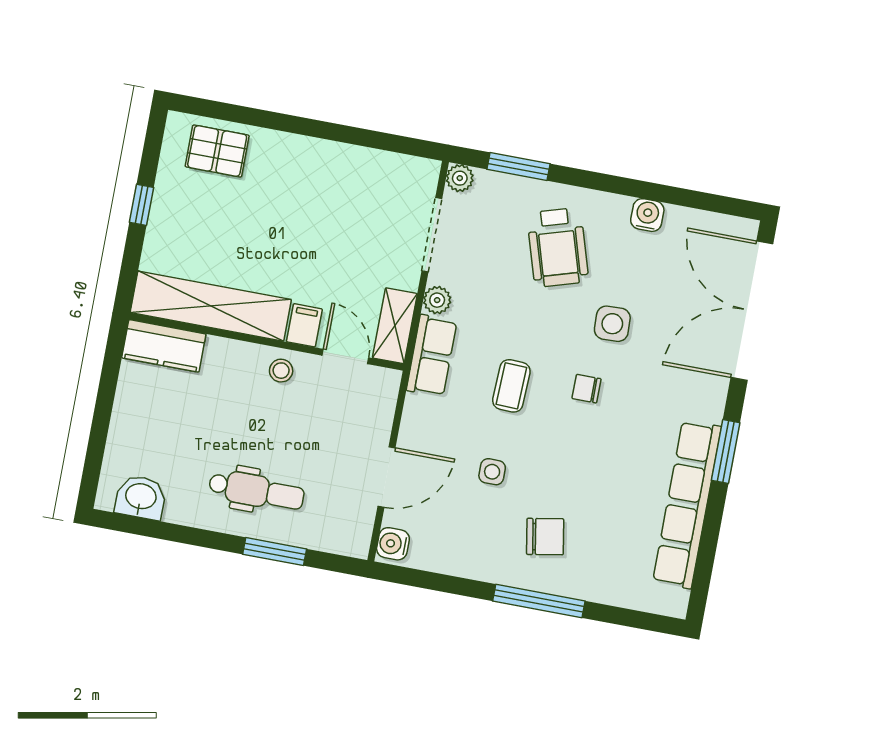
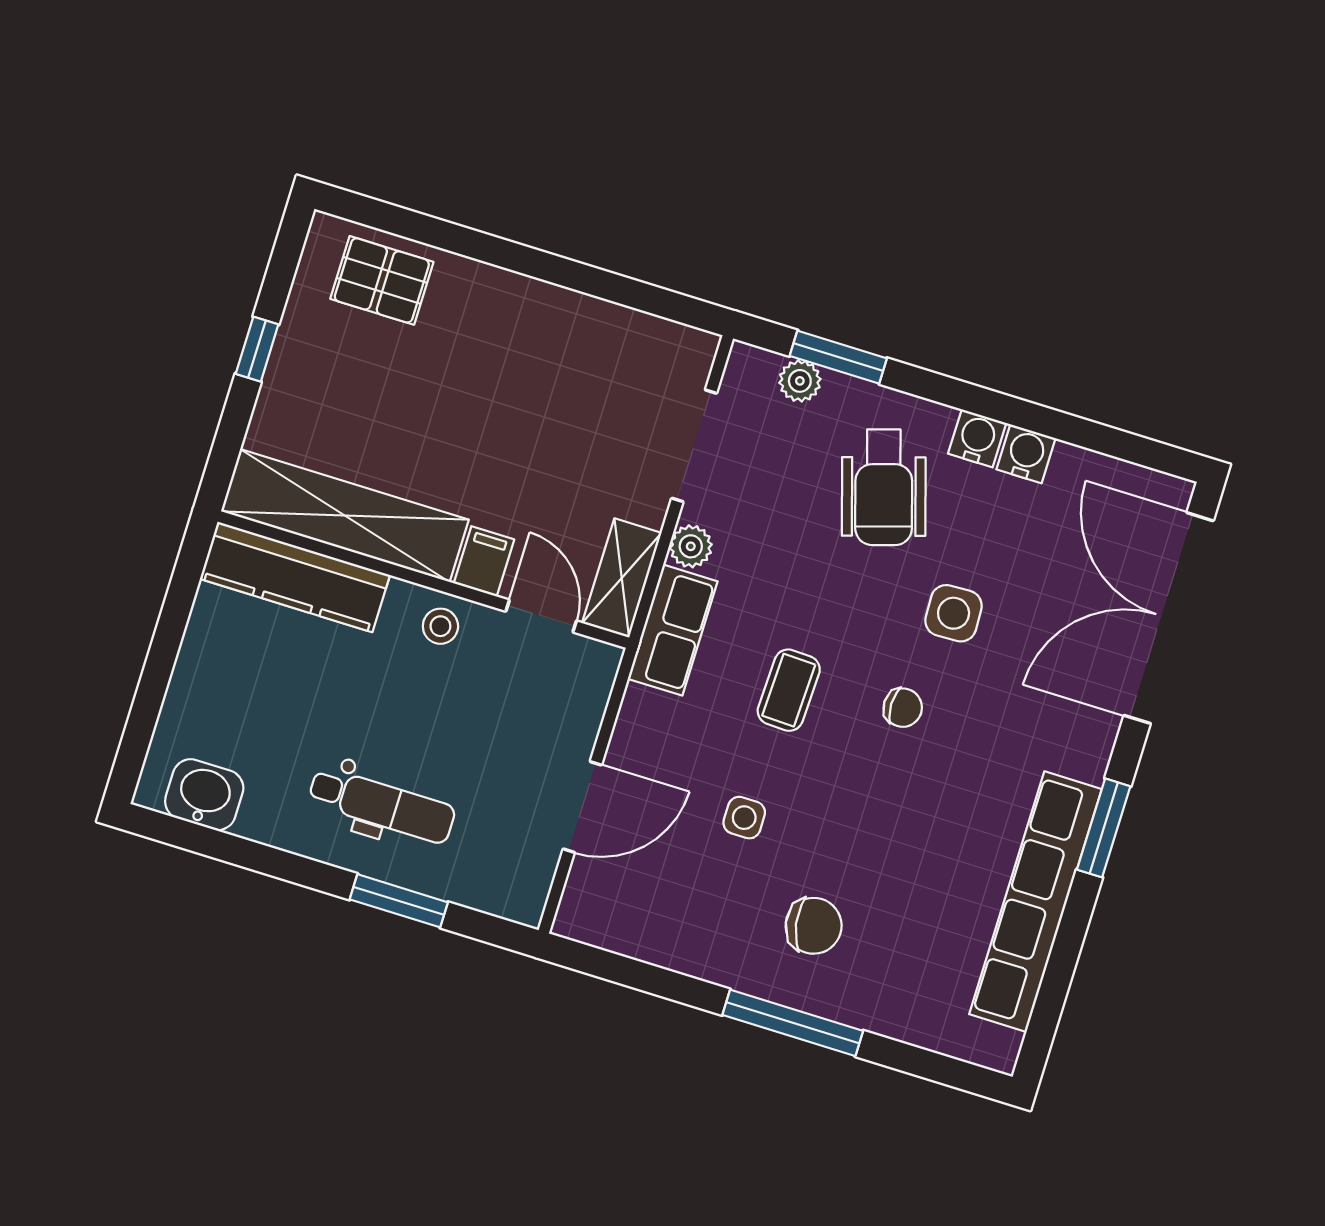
plant: (460, 178) -> (800, 381), moved
kitchen counter: (164, 346) -> (295, 577), width x1.50
chair: (587, 389) -> (903, 708), turned 180
water cooler: (393, 544) -> (977, 438), moved, turned 90

